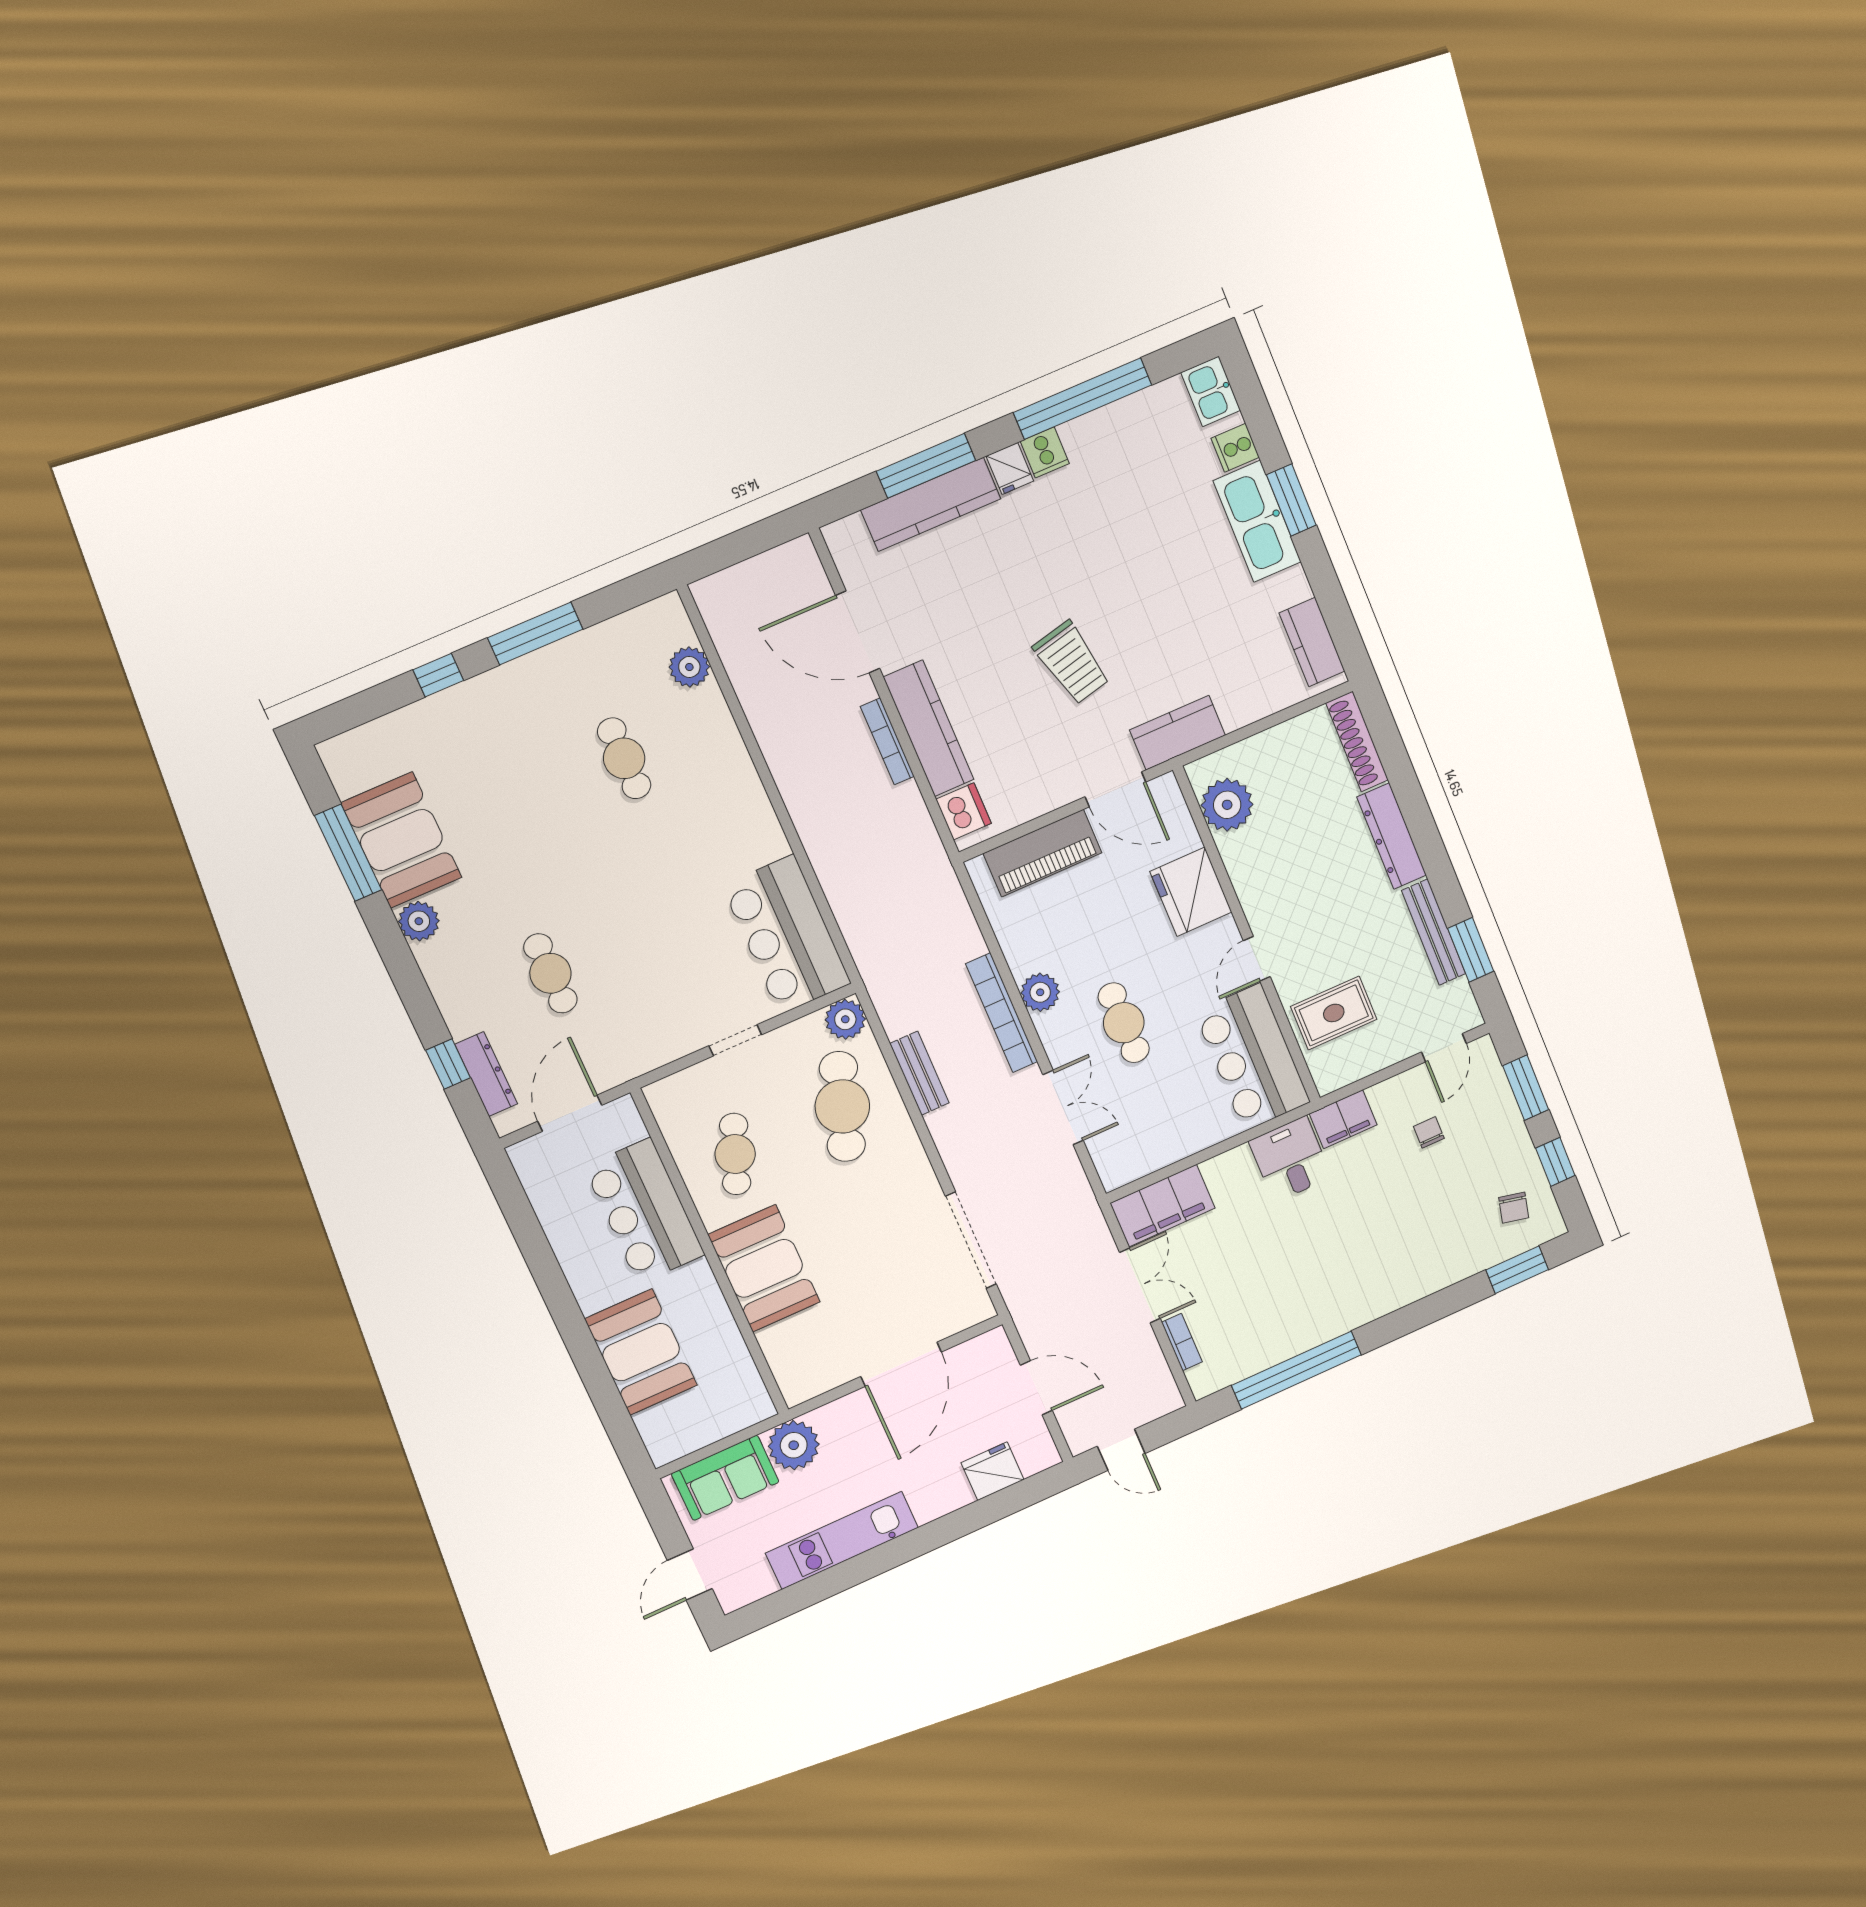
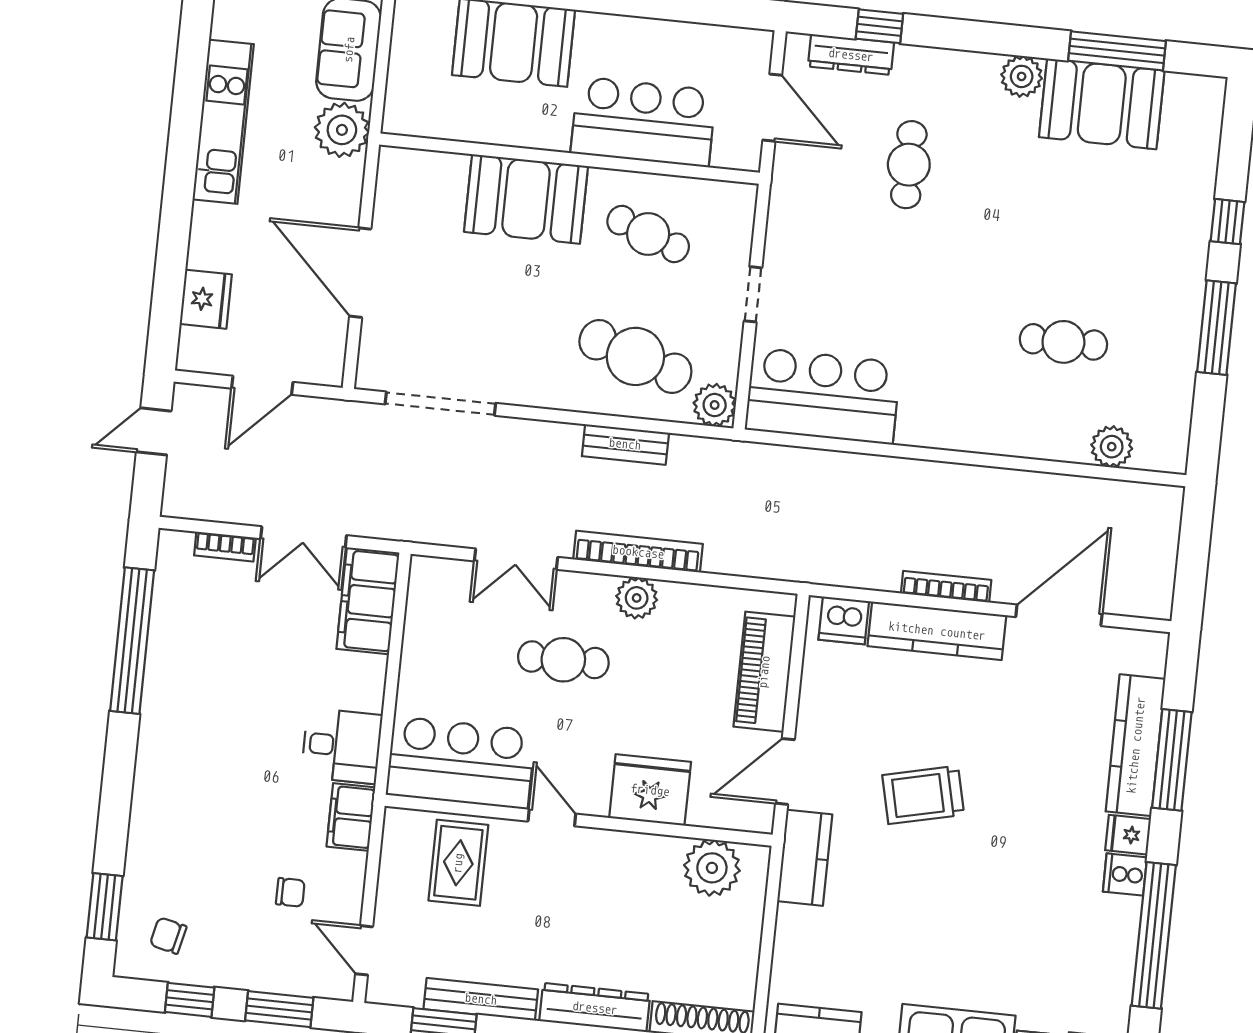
cafe table: (550, 973) -> (909, 165), turned 90

